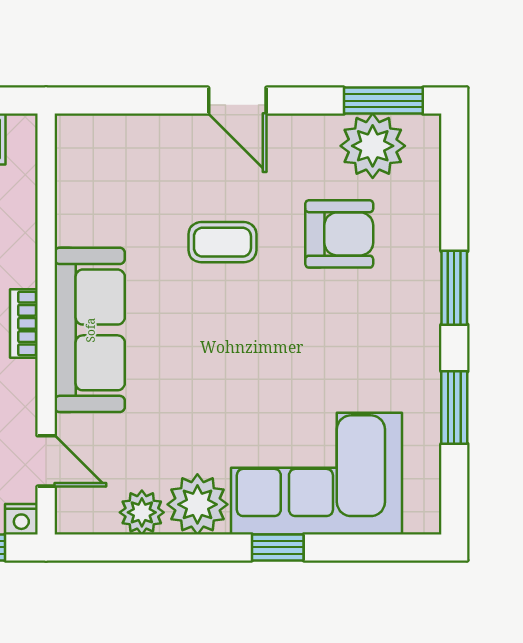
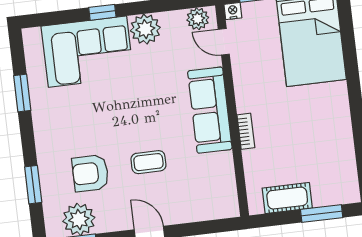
window: (454, 288) -> (33, 185), moved
bookcase: (24, 323) -> (246, 131), moved
plant: (142, 512) -> (198, 19), moved

